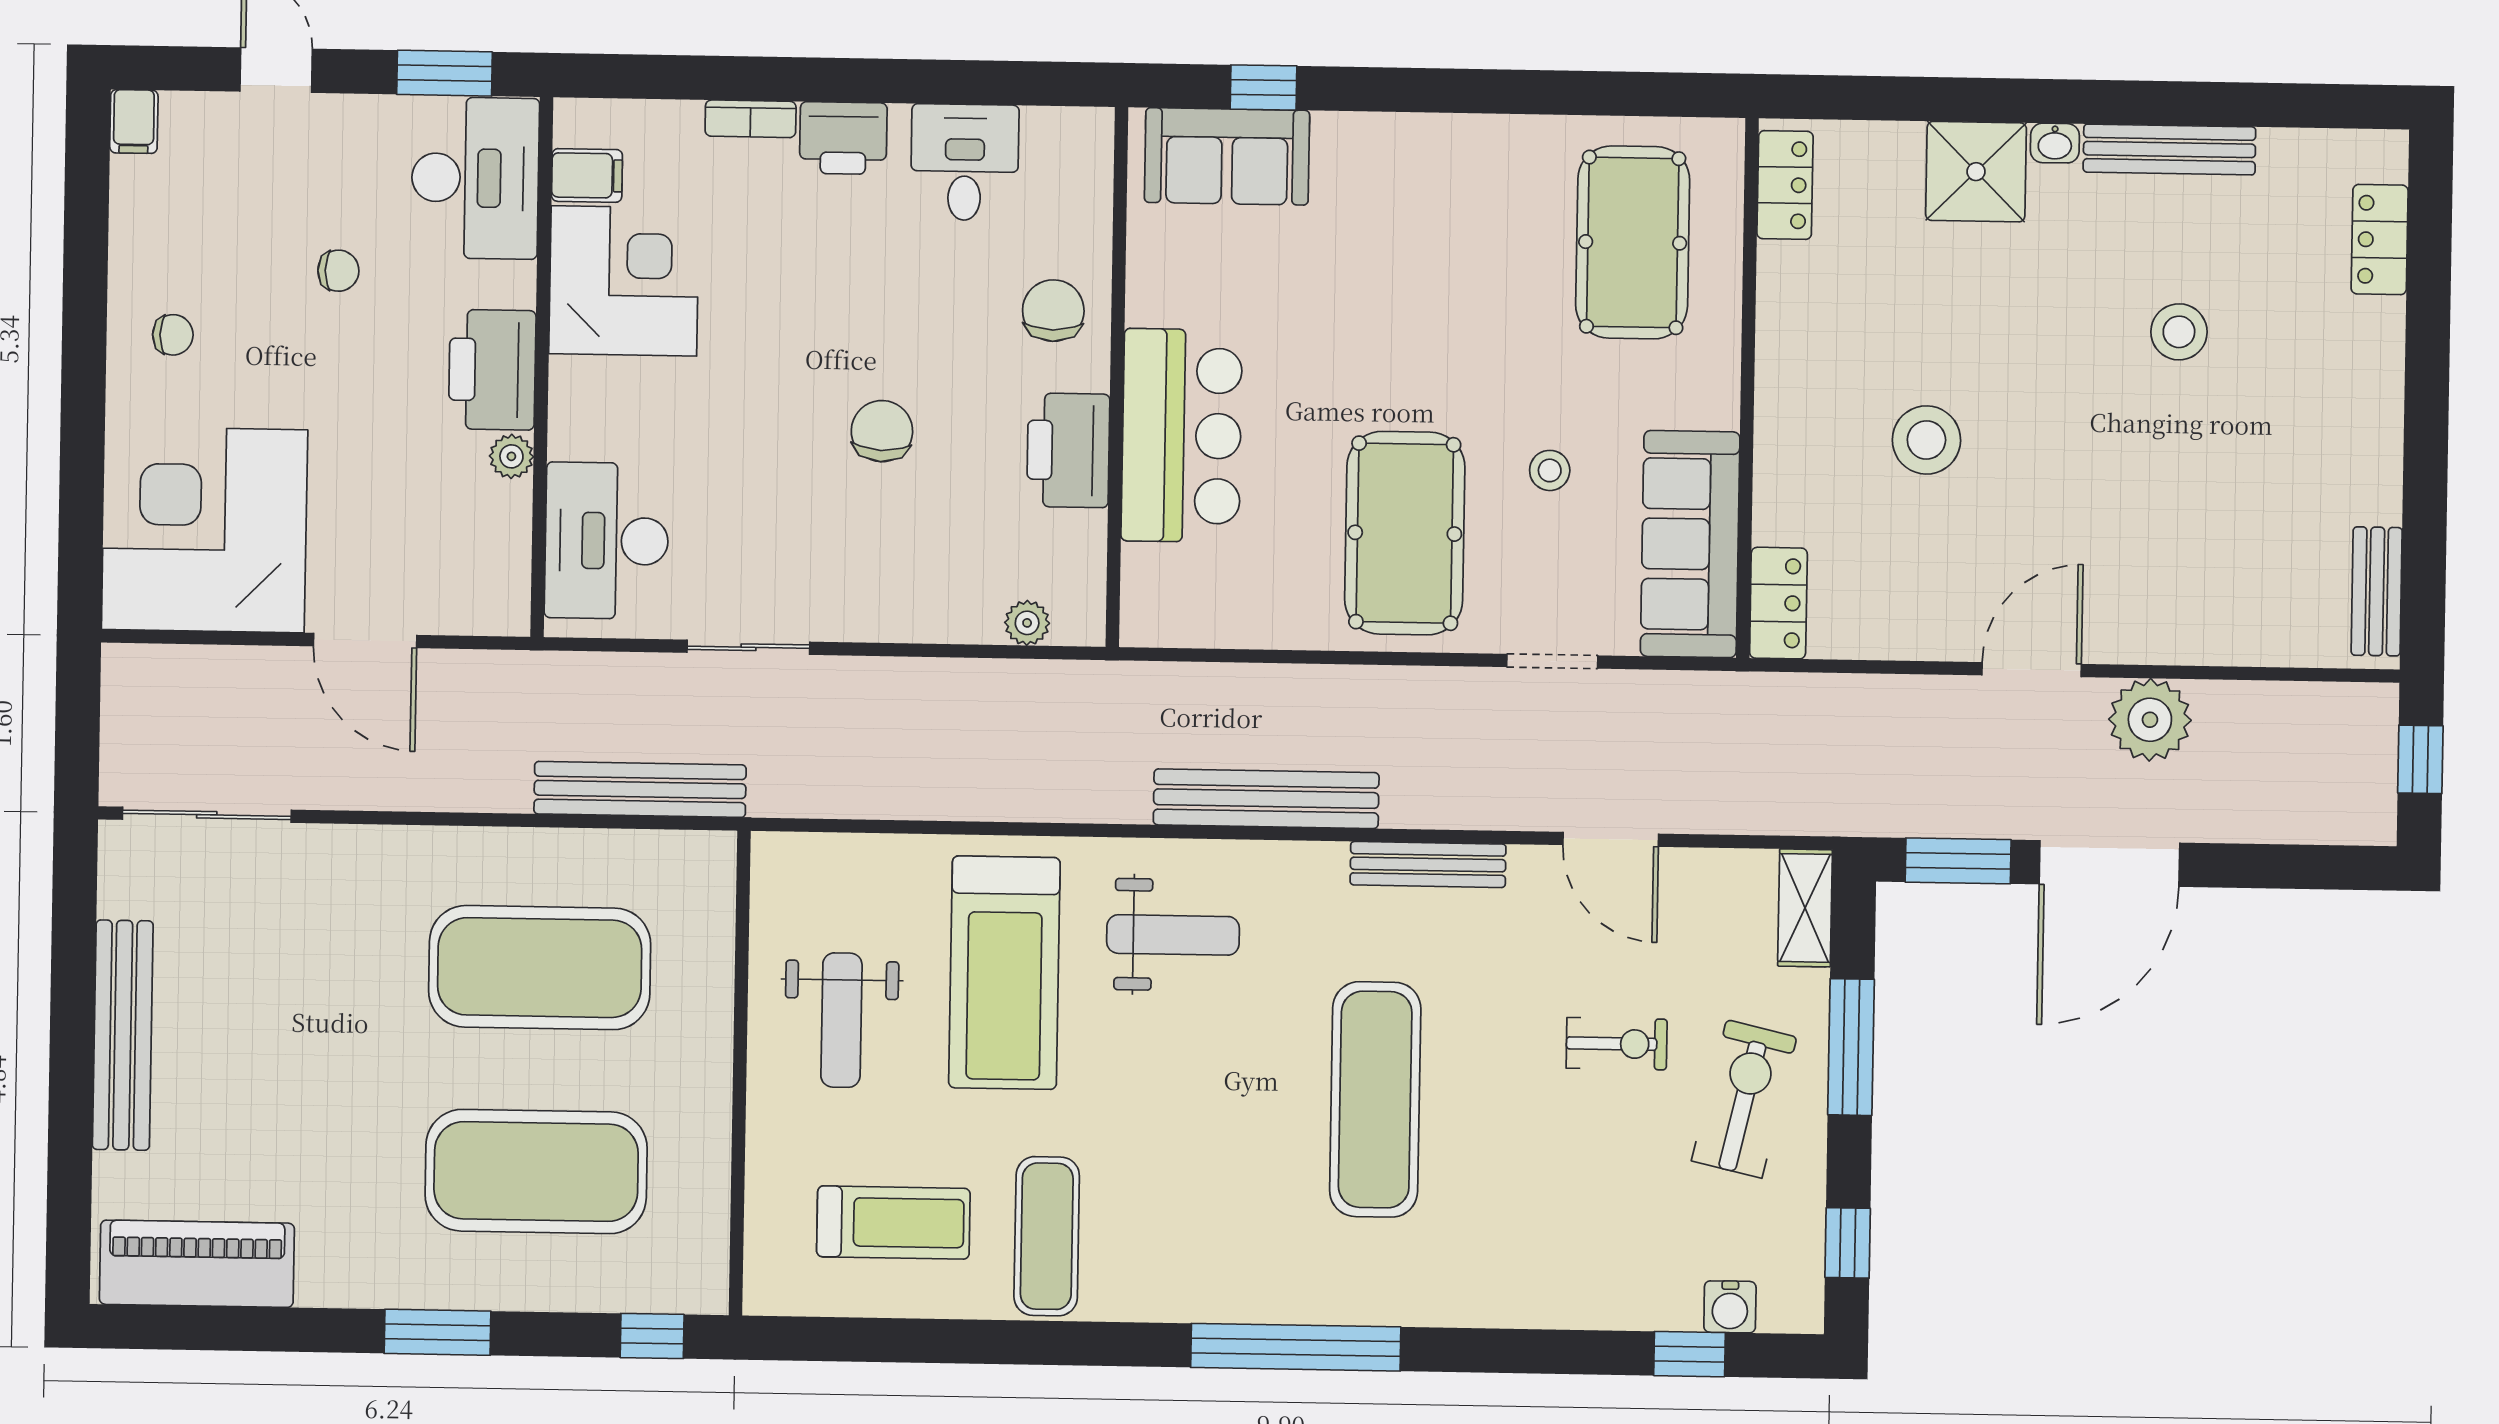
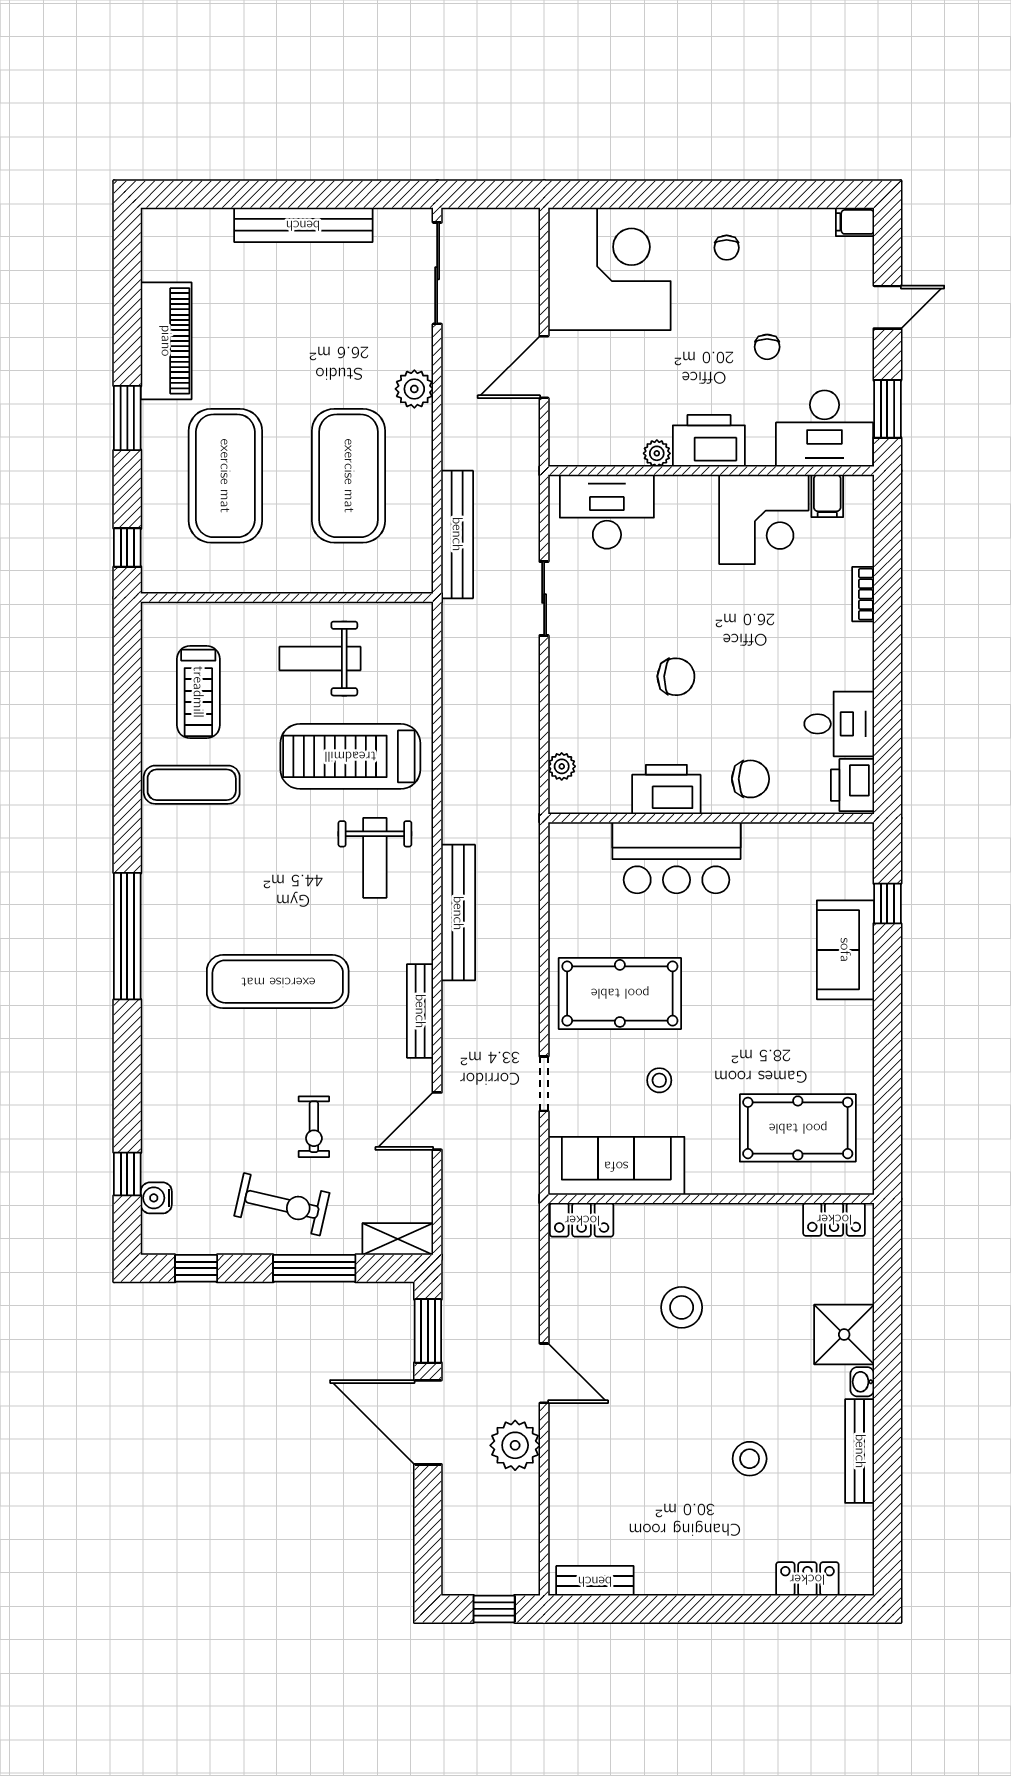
printer: (843, 138) -> (852, 785), moved
sofa: (1227, 156) -> (845, 950), moved
plant: (398, 856) -> (414, 389), added
piano: (197, 1264) -> (166, 341), moved

